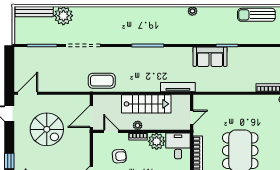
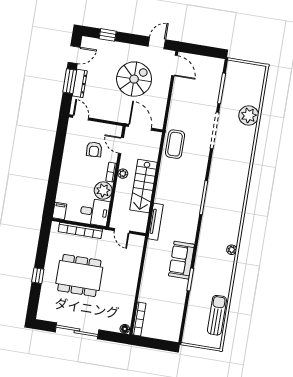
bench: (34, 12) -> (258, 86), removed
spiral stairs: (47, 129) -> (134, 79), turned 180
door: (111, 131) -> (121, 145), swing flipped

